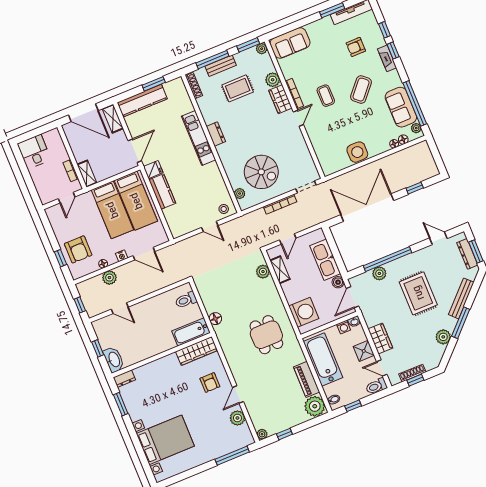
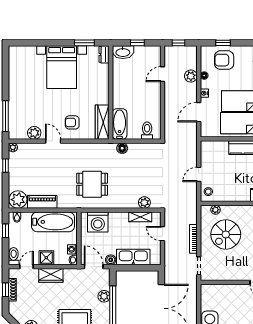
bed with nightstands: (165, 440) -> (62, 67), moved

